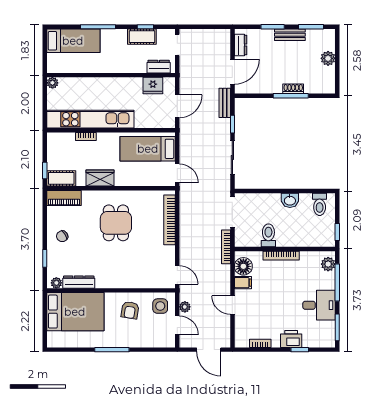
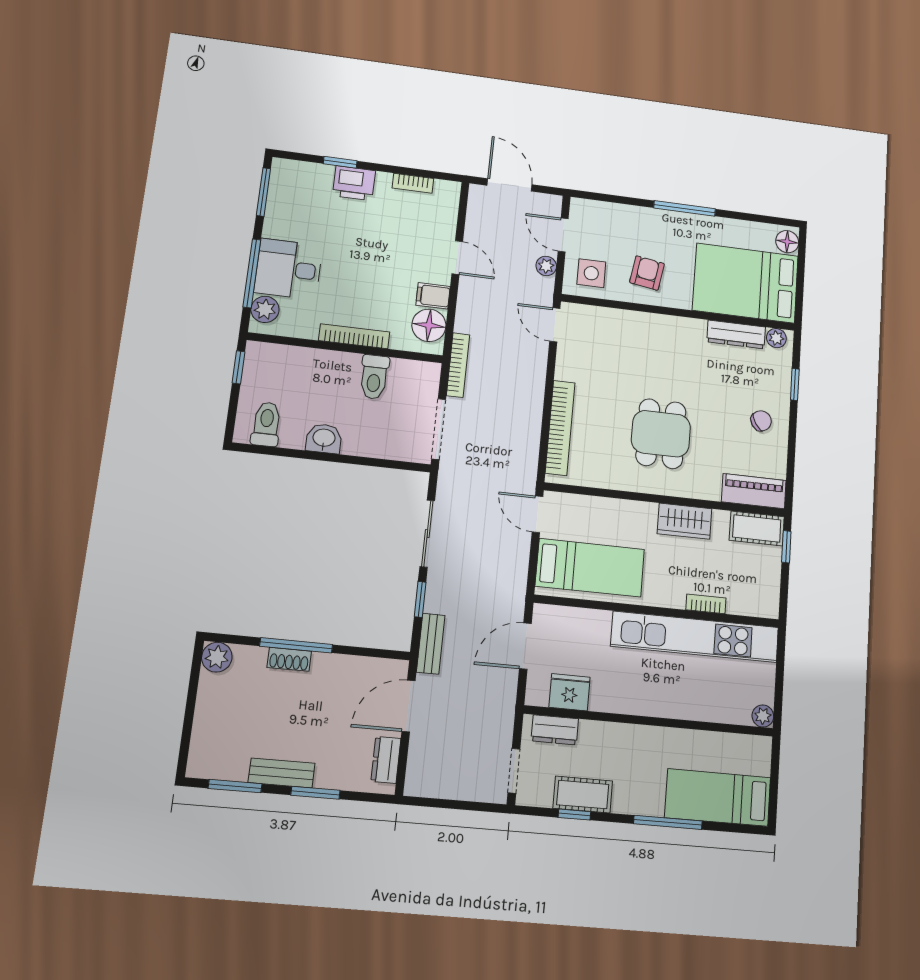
plant: (328, 58) -> (217, 657), moved
desk: (319, 305) -> (288, 269), moved
floor lamp: (53, 338) -> (787, 242), added

